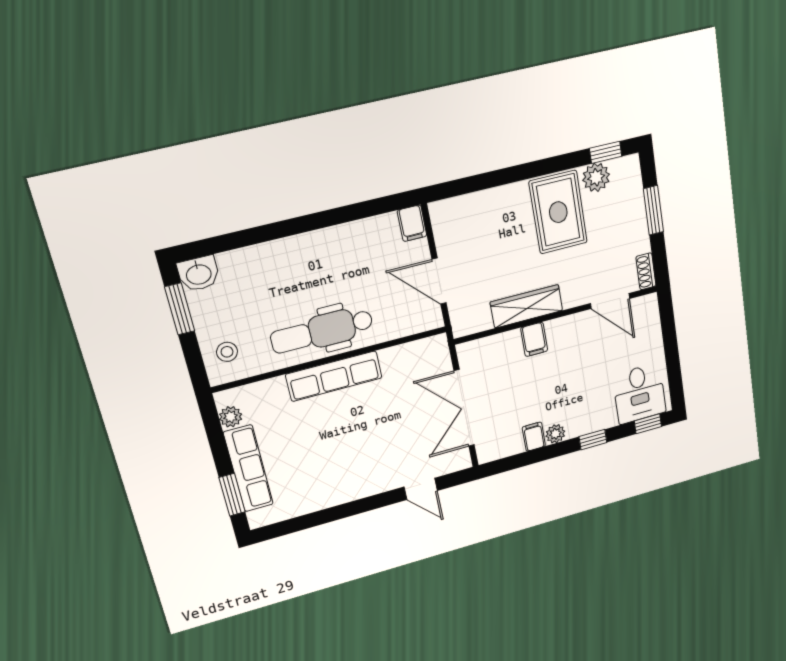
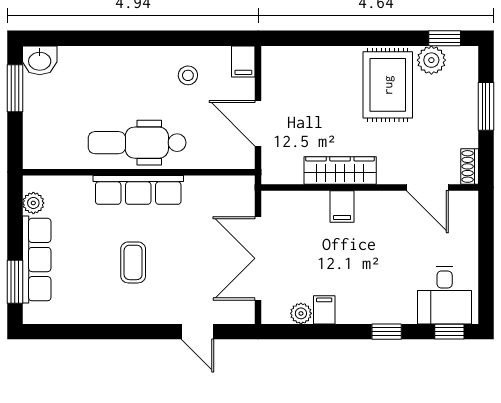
stool: (227, 352) -> (188, 75), moved
plant: (555, 434) -> (301, 313), moved
coffee table: (345, 445) -> (133, 262), added

